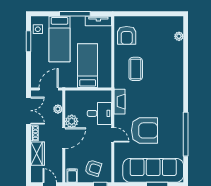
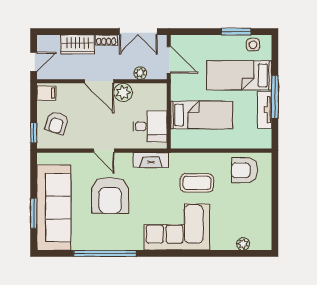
tv unit: (98, 21) -> (265, 110), moved
corner sofa: (167, 83) -> (177, 227), added
desk: (99, 113) -> (150, 126), moved, turned -90
door: (113, 135) -> (104, 151), hinge flipped

